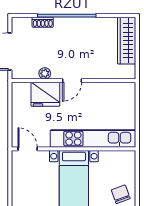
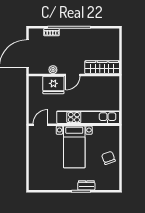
wardrobe: (127, 41) -> (102, 67), moved, turned 90
door: (28, 149) -> (40, 125), hinge flipped

